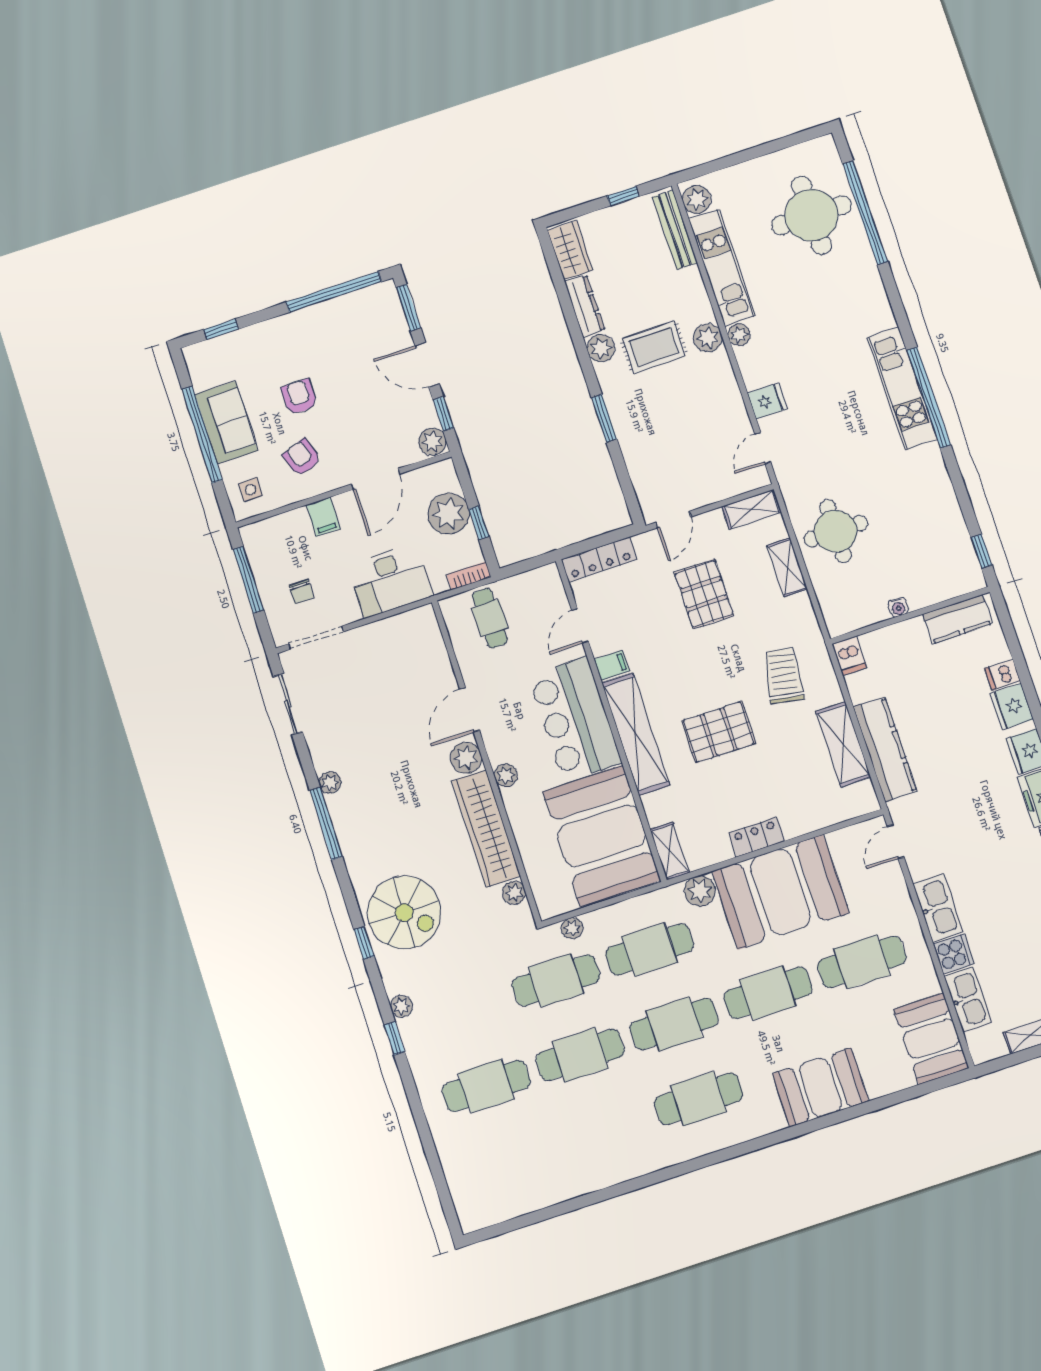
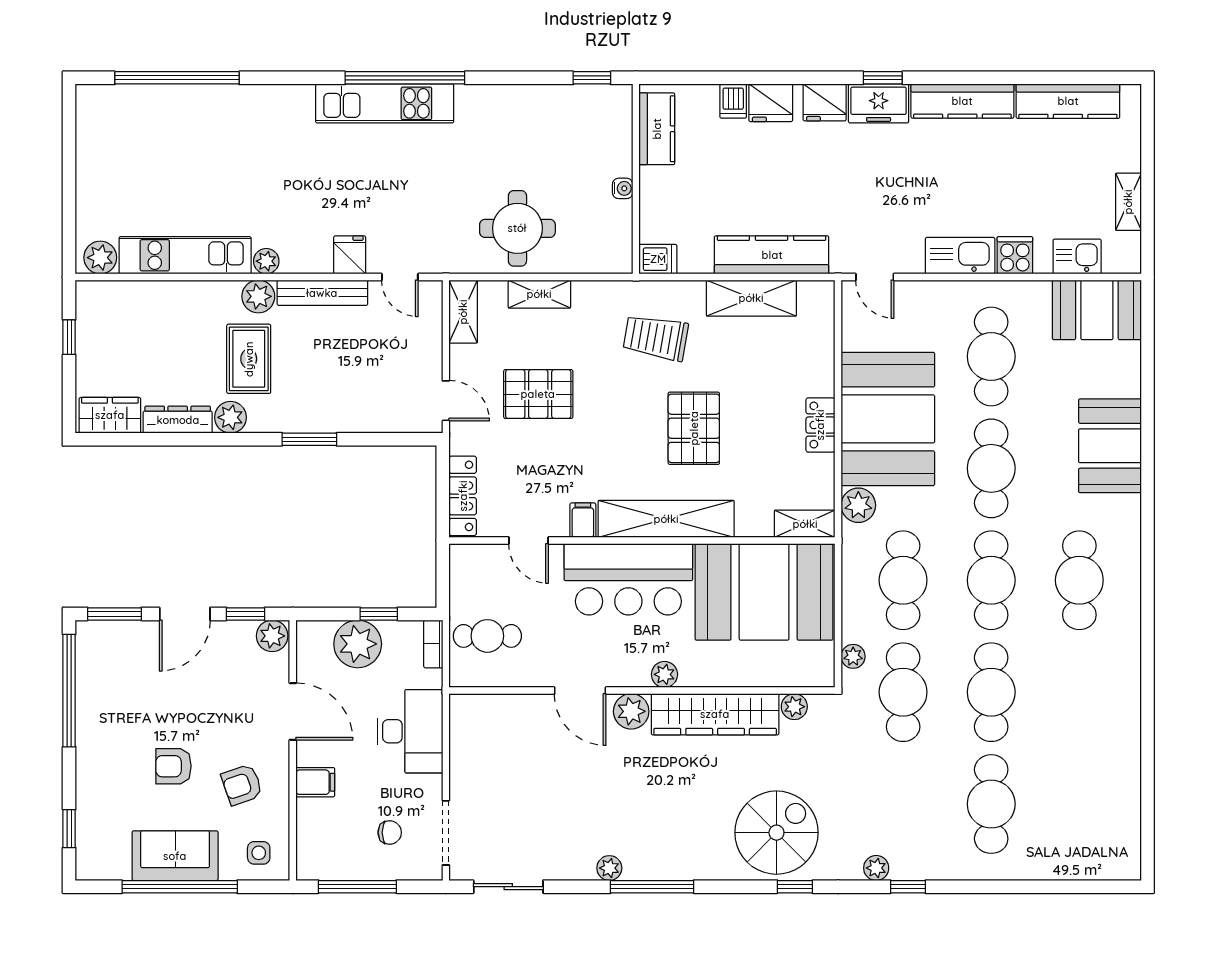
round table: (811, 215) -> (160, 138), removed
bench: (675, 230) -> (322, 293), moved
kitchen sink: (968, 999) -> (1077, 256), width x0.73

